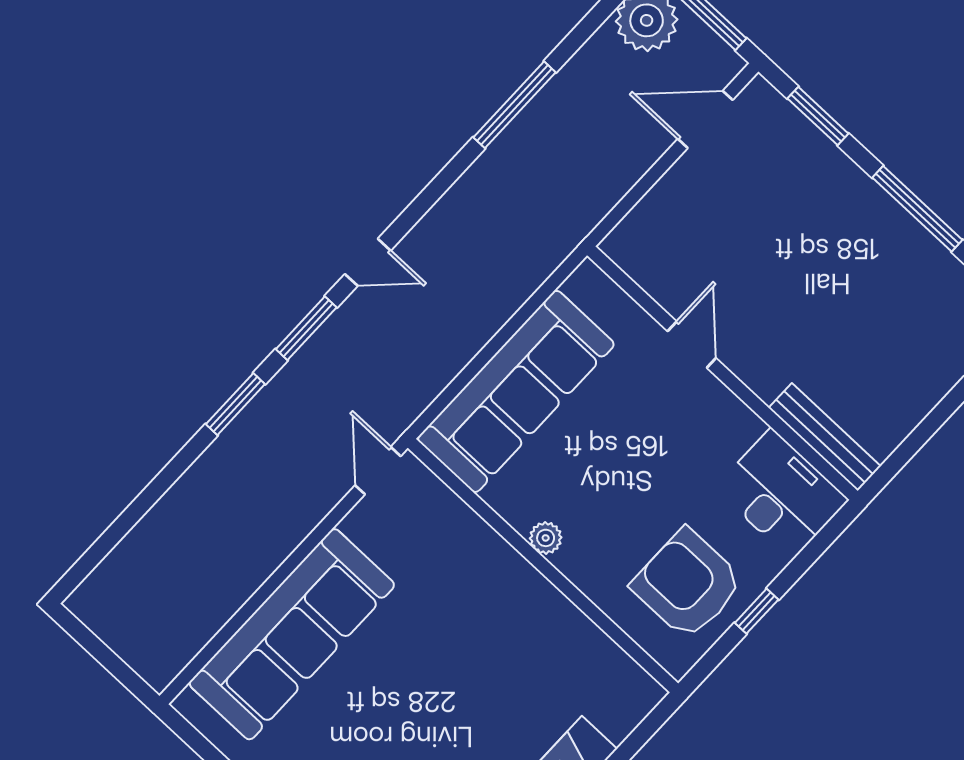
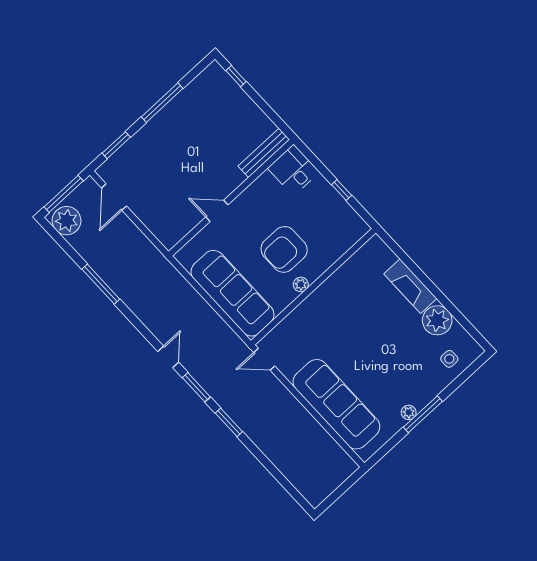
desk: (782, 494) -> (294, 170), width x0.73
armchair: (688, 584) -> (284, 249), moved

